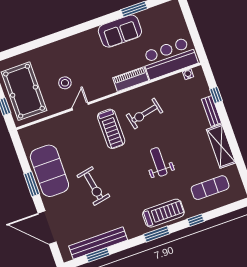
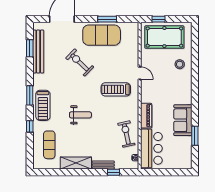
stool: (65, 83) -> (180, 64), moved
exercise bike: (144, 114) -> (126, 134), moved
window: (32, 184) -> (107, 19), moved
exercise bike: (93, 186) -> (80, 62), turned 55

